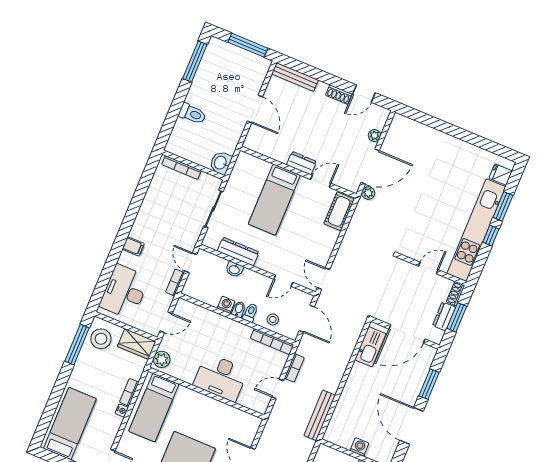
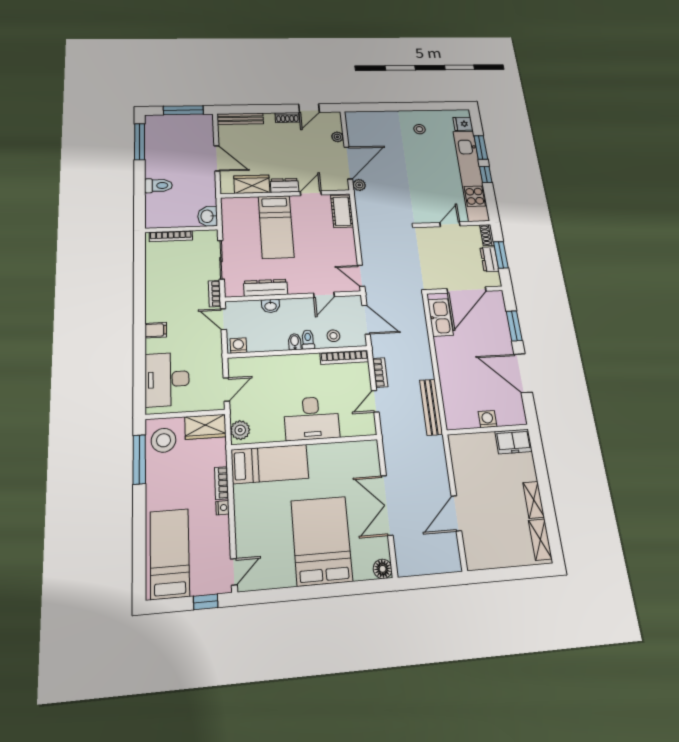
wardrobe: (273, 149) -> (252, 184), added
stool: (456, 162) -> (419, 129), added
bookcase: (175, 282) -> (215, 294), moved
washing machine: (226, 305) -> (238, 346), moved
bed: (154, 408) -> (270, 464), moved, turned -90

